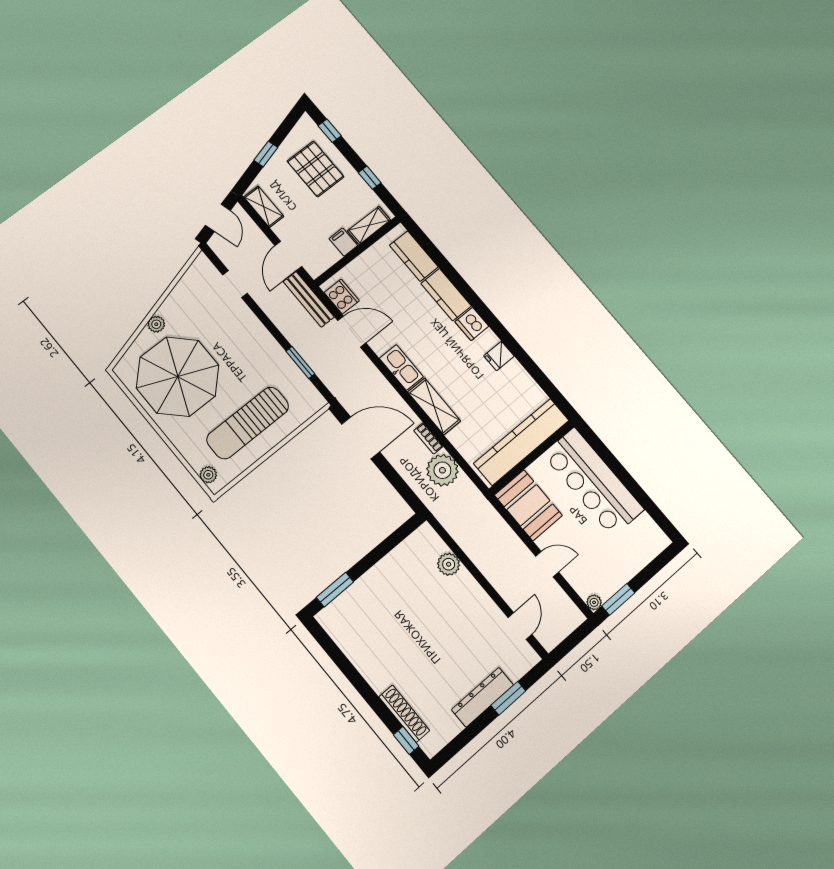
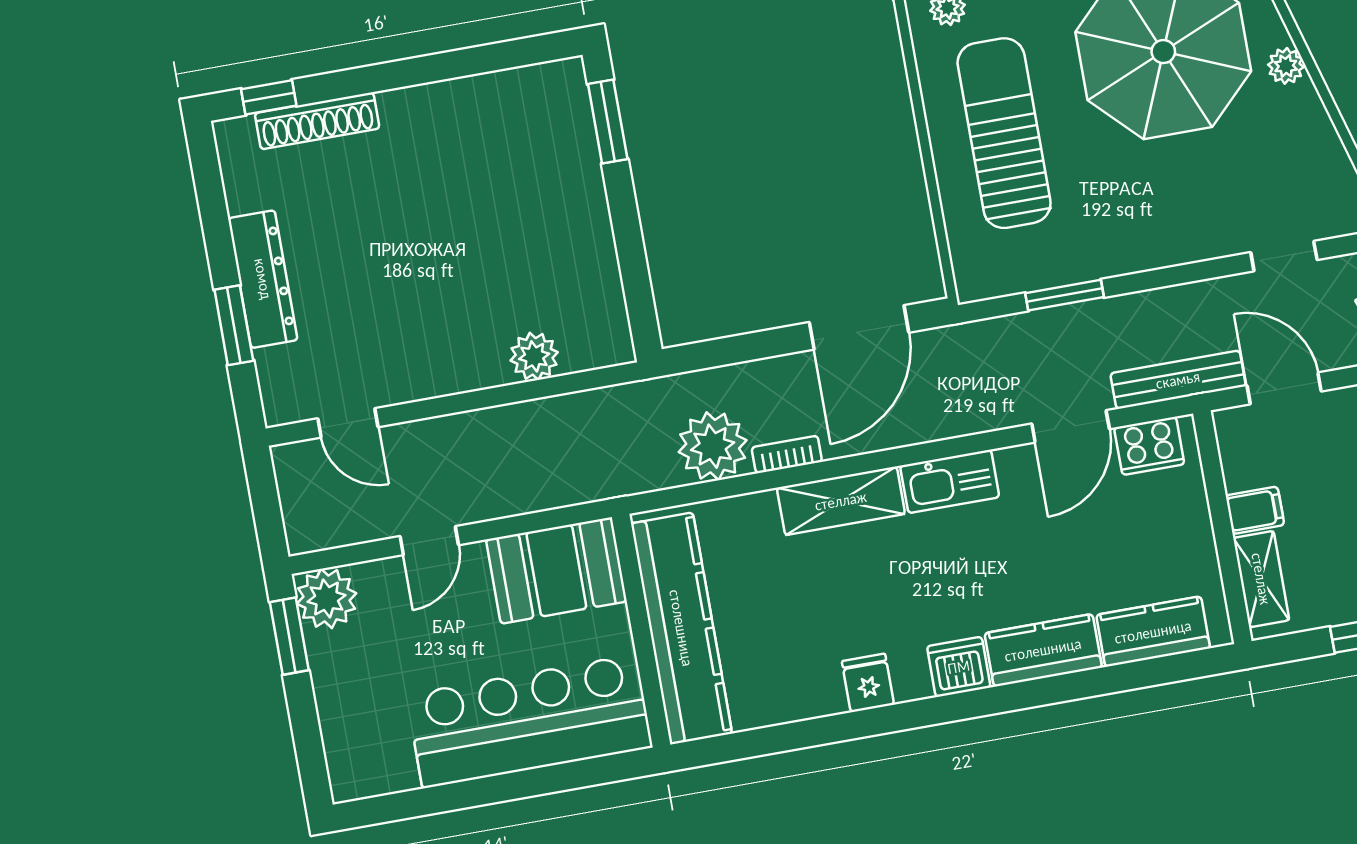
plant: (594, 602) -> (327, 598), width x1.88, depth x1.88

